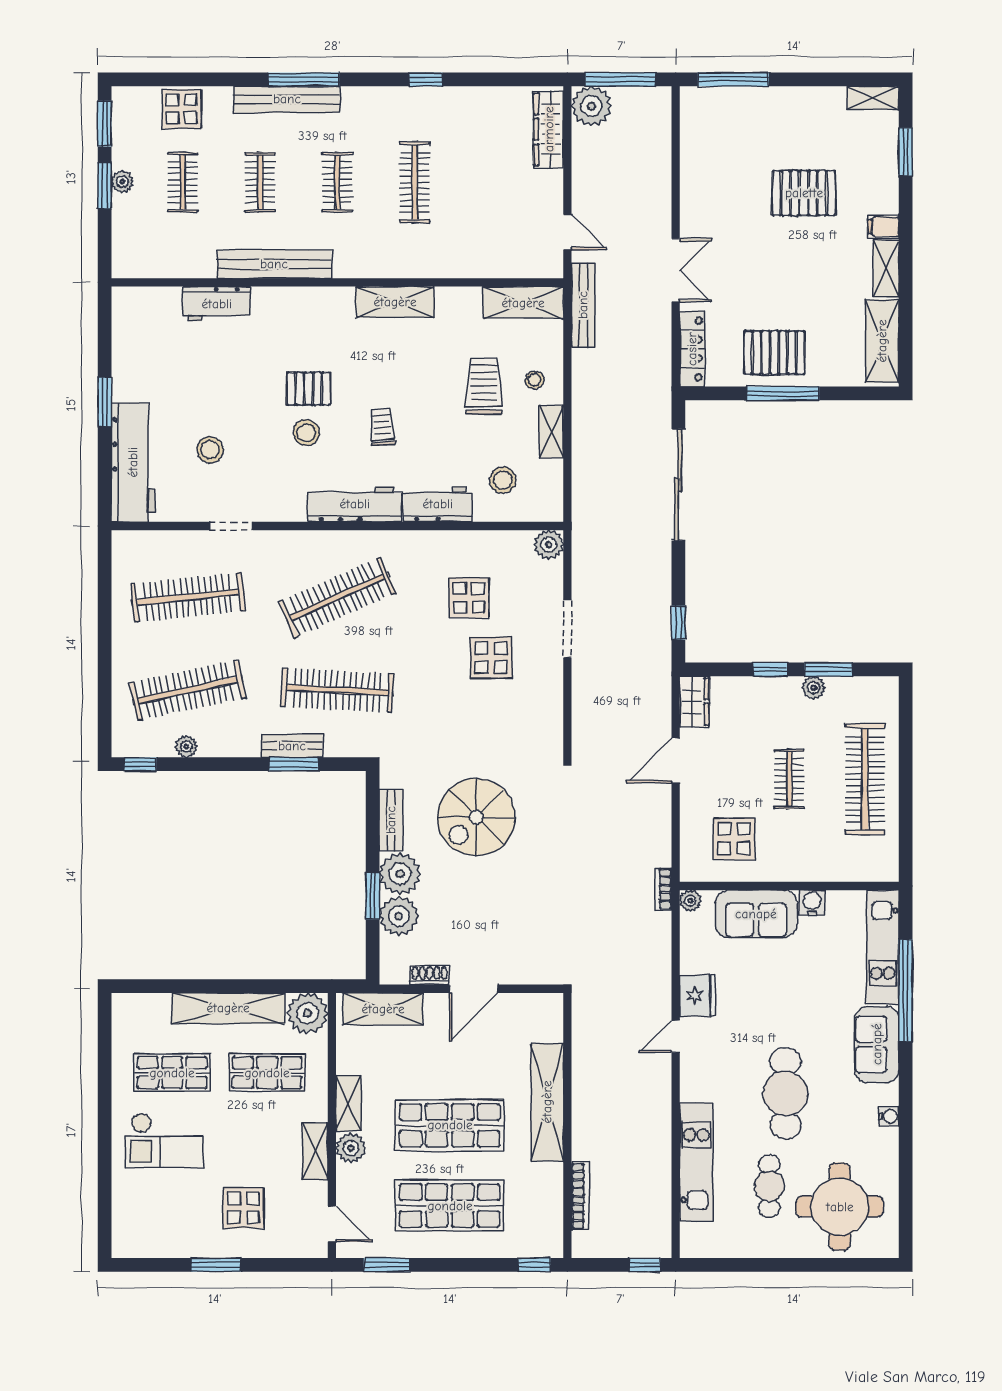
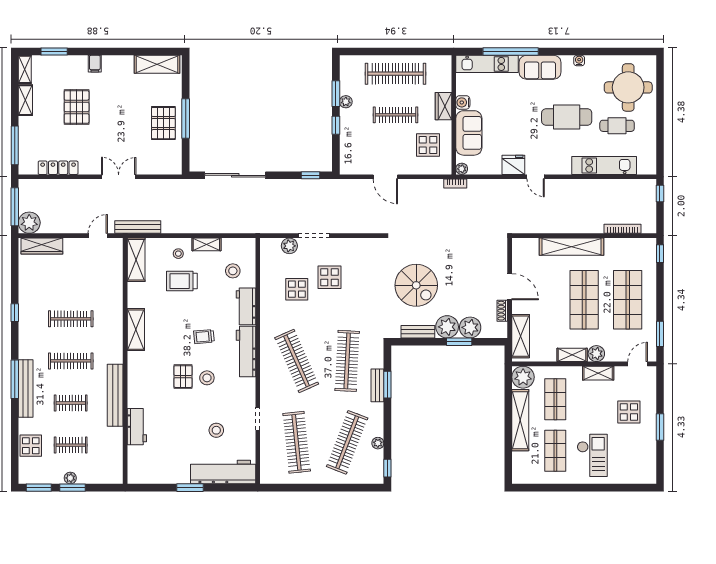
clothes rail: (337, 182) -> (71, 361), width x1.36
shelving: (886, 269) -> (25, 100), moved, turned 90
locker: (692, 349) -> (58, 168), moved
plant: (549, 545) -> (289, 246), moved
clothes rail: (188, 690) -> (347, 442), turned 33
wardrobe: (694, 702) -> (443, 106), moved, turned -90
clothes rail: (789, 779) -> (396, 115), width x1.36

